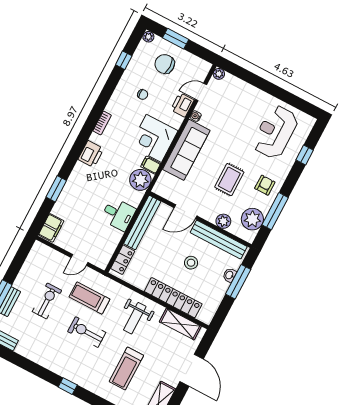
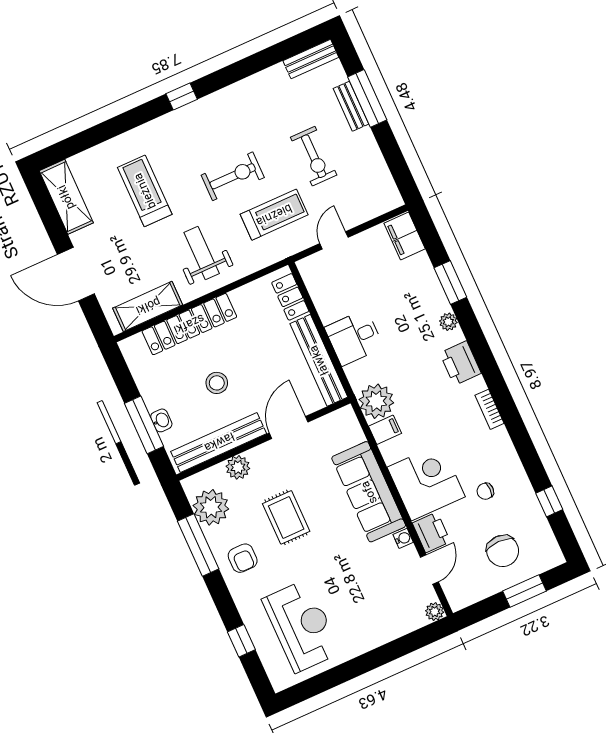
plant: (148, 37) -> (448, 322), moved
chair: (165, 64) -> (503, 551), turned 90
corner desk: (154, 138) -> (426, 482), moved

